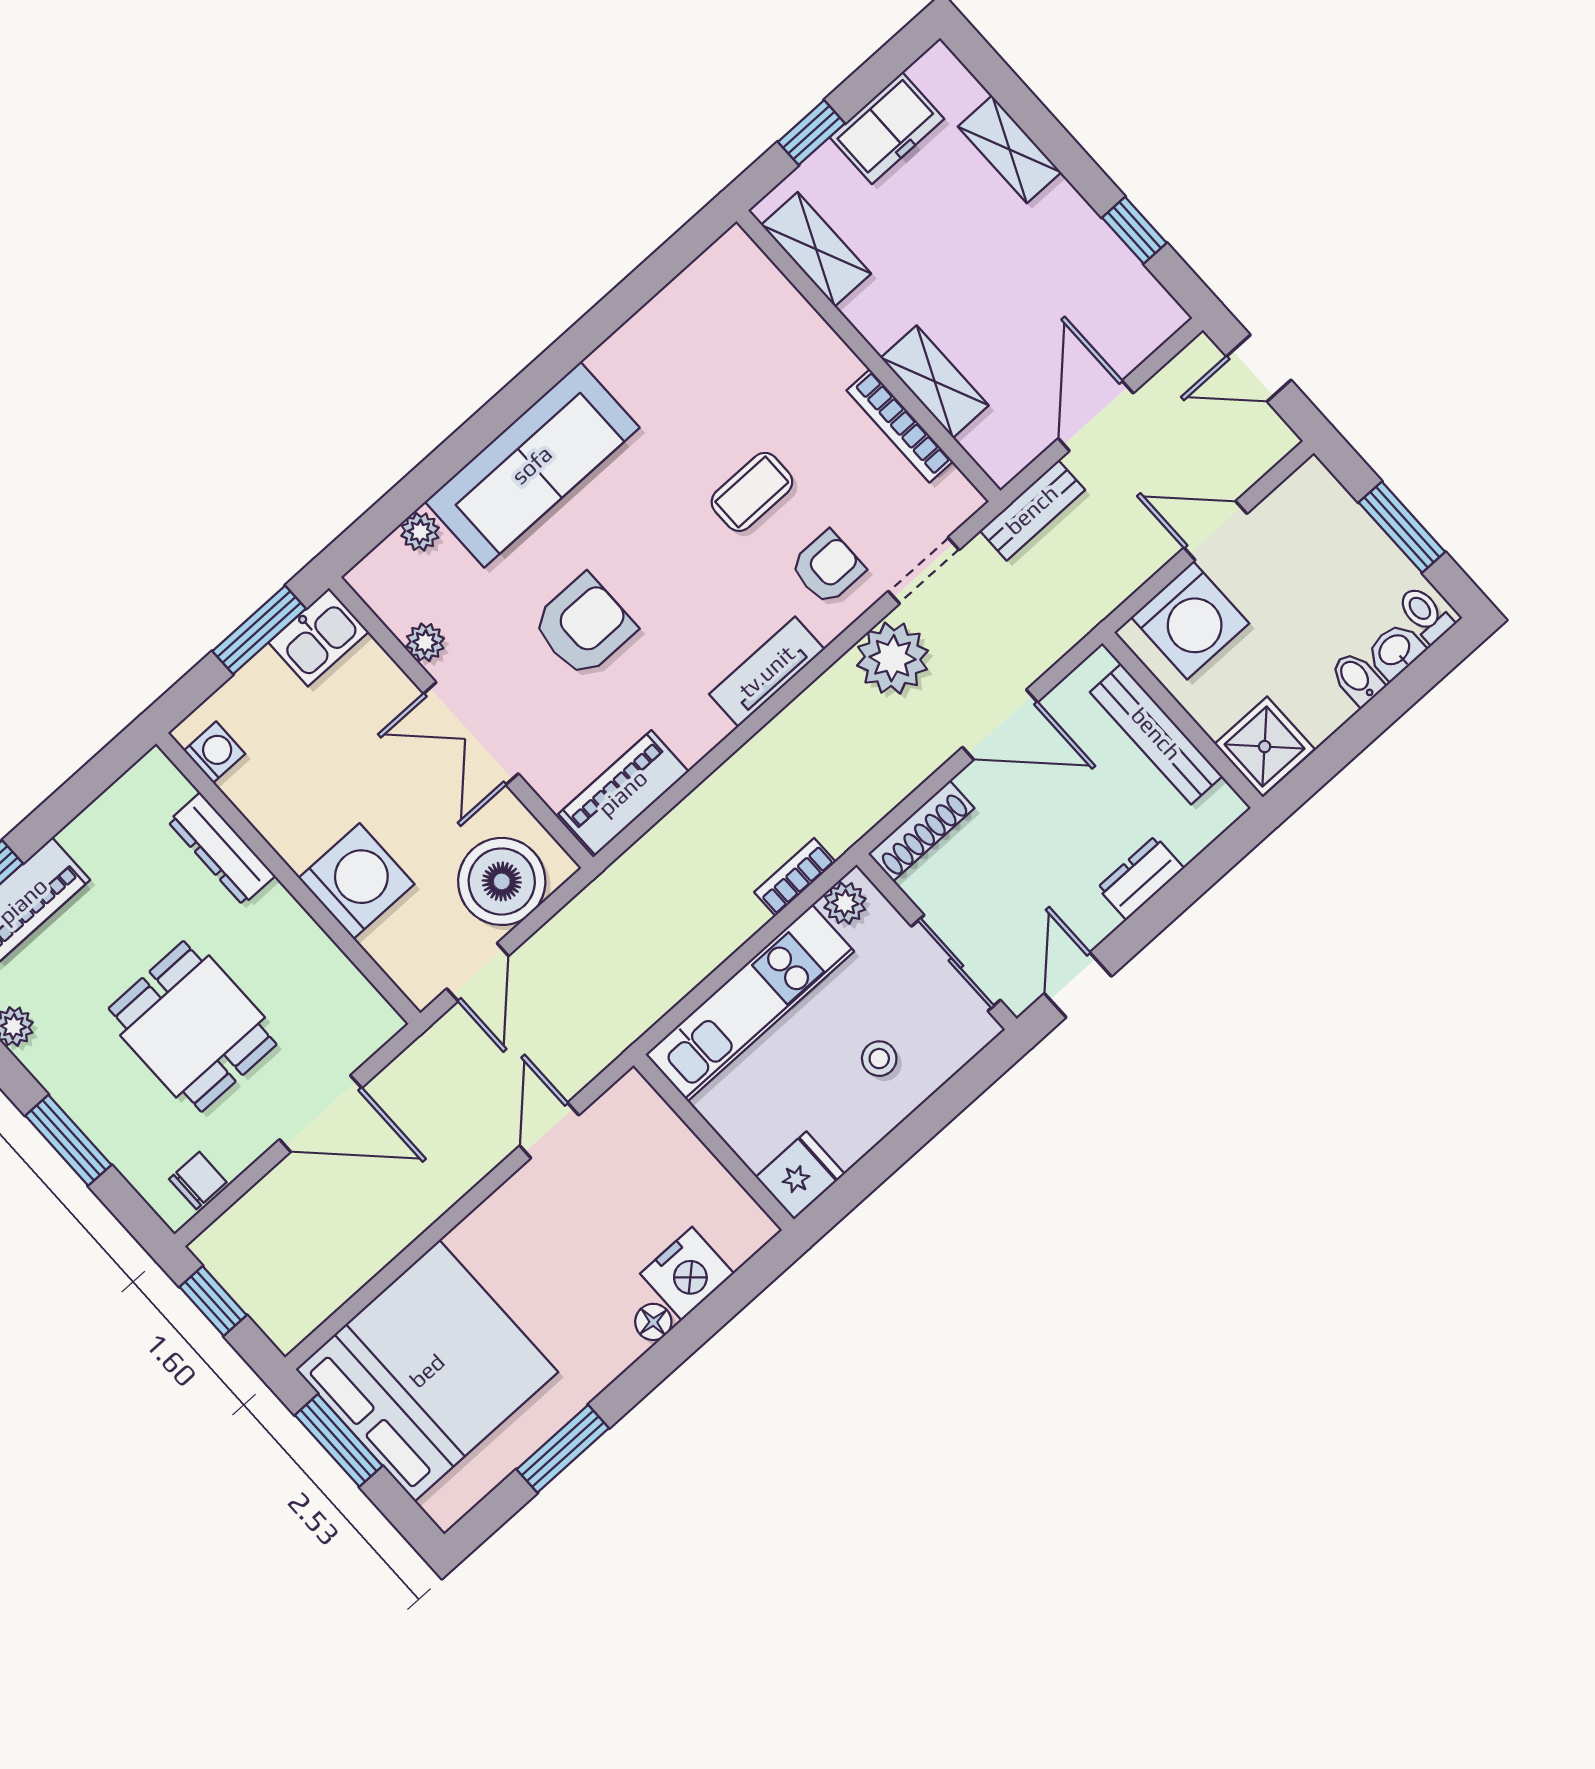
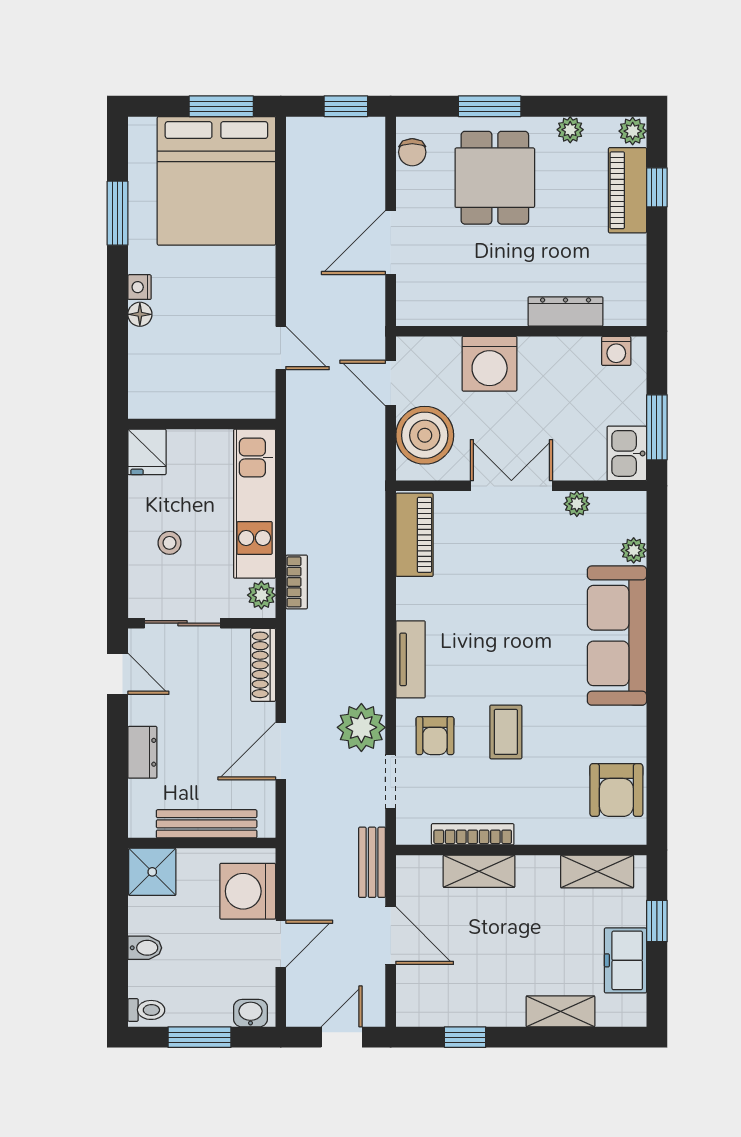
armchair: (584, 626) -> (616, 790), moved
washbasin: (1395, 651) -> (250, 1013), moved, turned -90
dining table: (193, 1026) -> (495, 178), moved, turned 90
nightstand: (687, 1274) -> (140, 287), moved, width x0.53, depth x0.56

